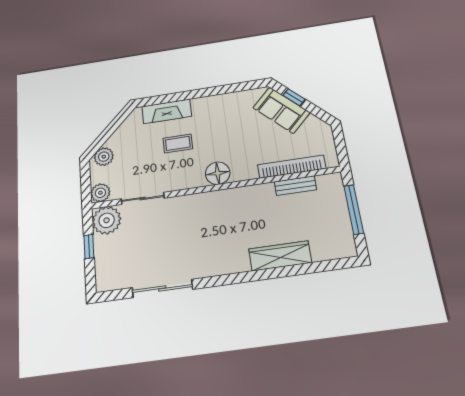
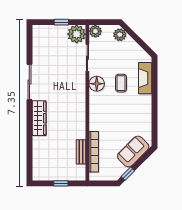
window: (294, 97) -> (128, 174), moved
floor lamp: (218, 173) -> (97, 84), moved
window: (354, 209) -> (61, 183), width x0.46
wardrobe: (280, 256) -> (39, 118), moved
sliding door: (162, 288) -> (29, 82), moved

